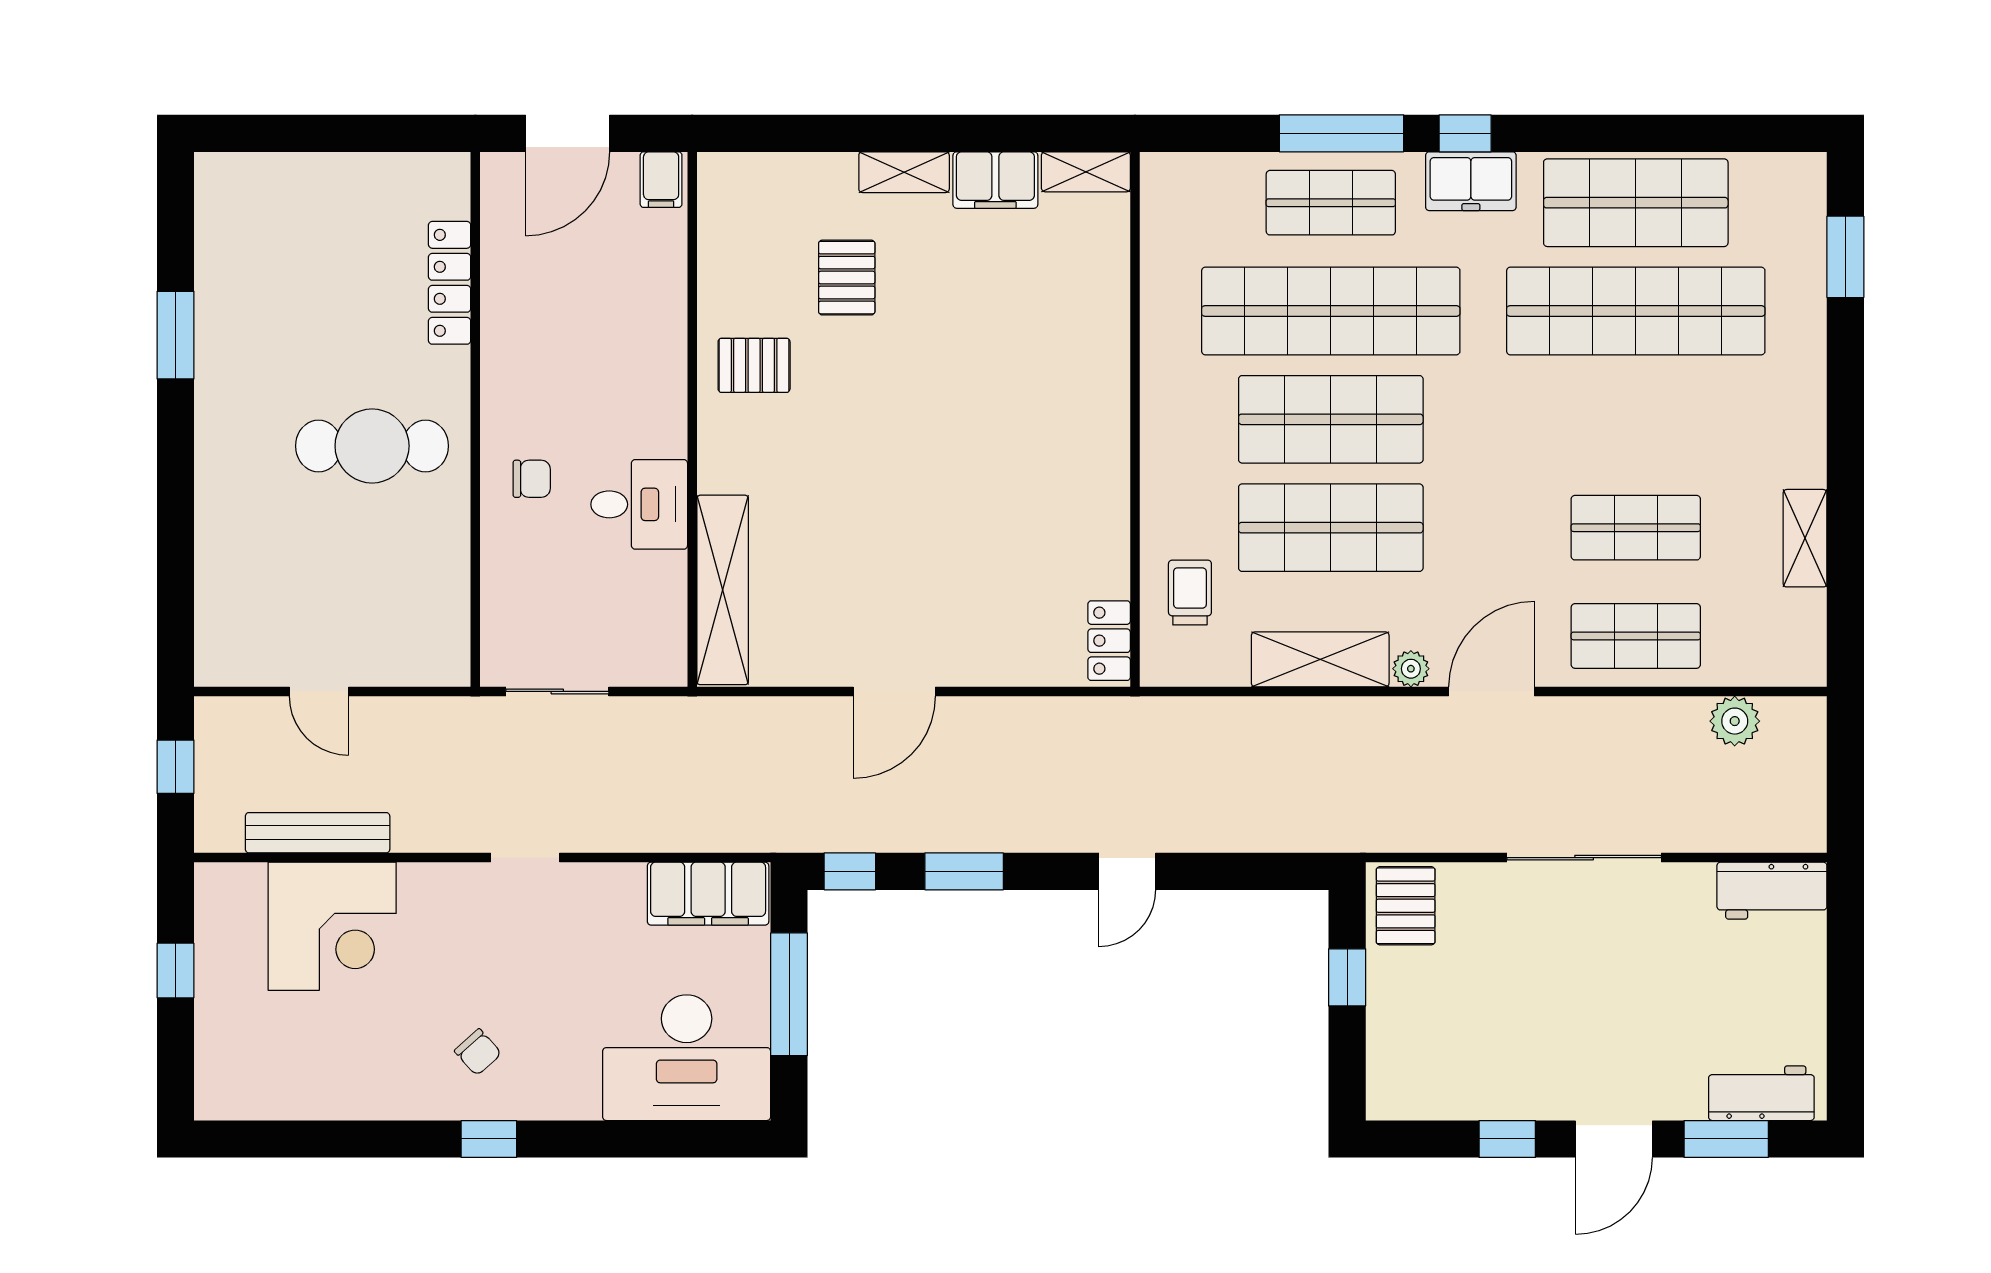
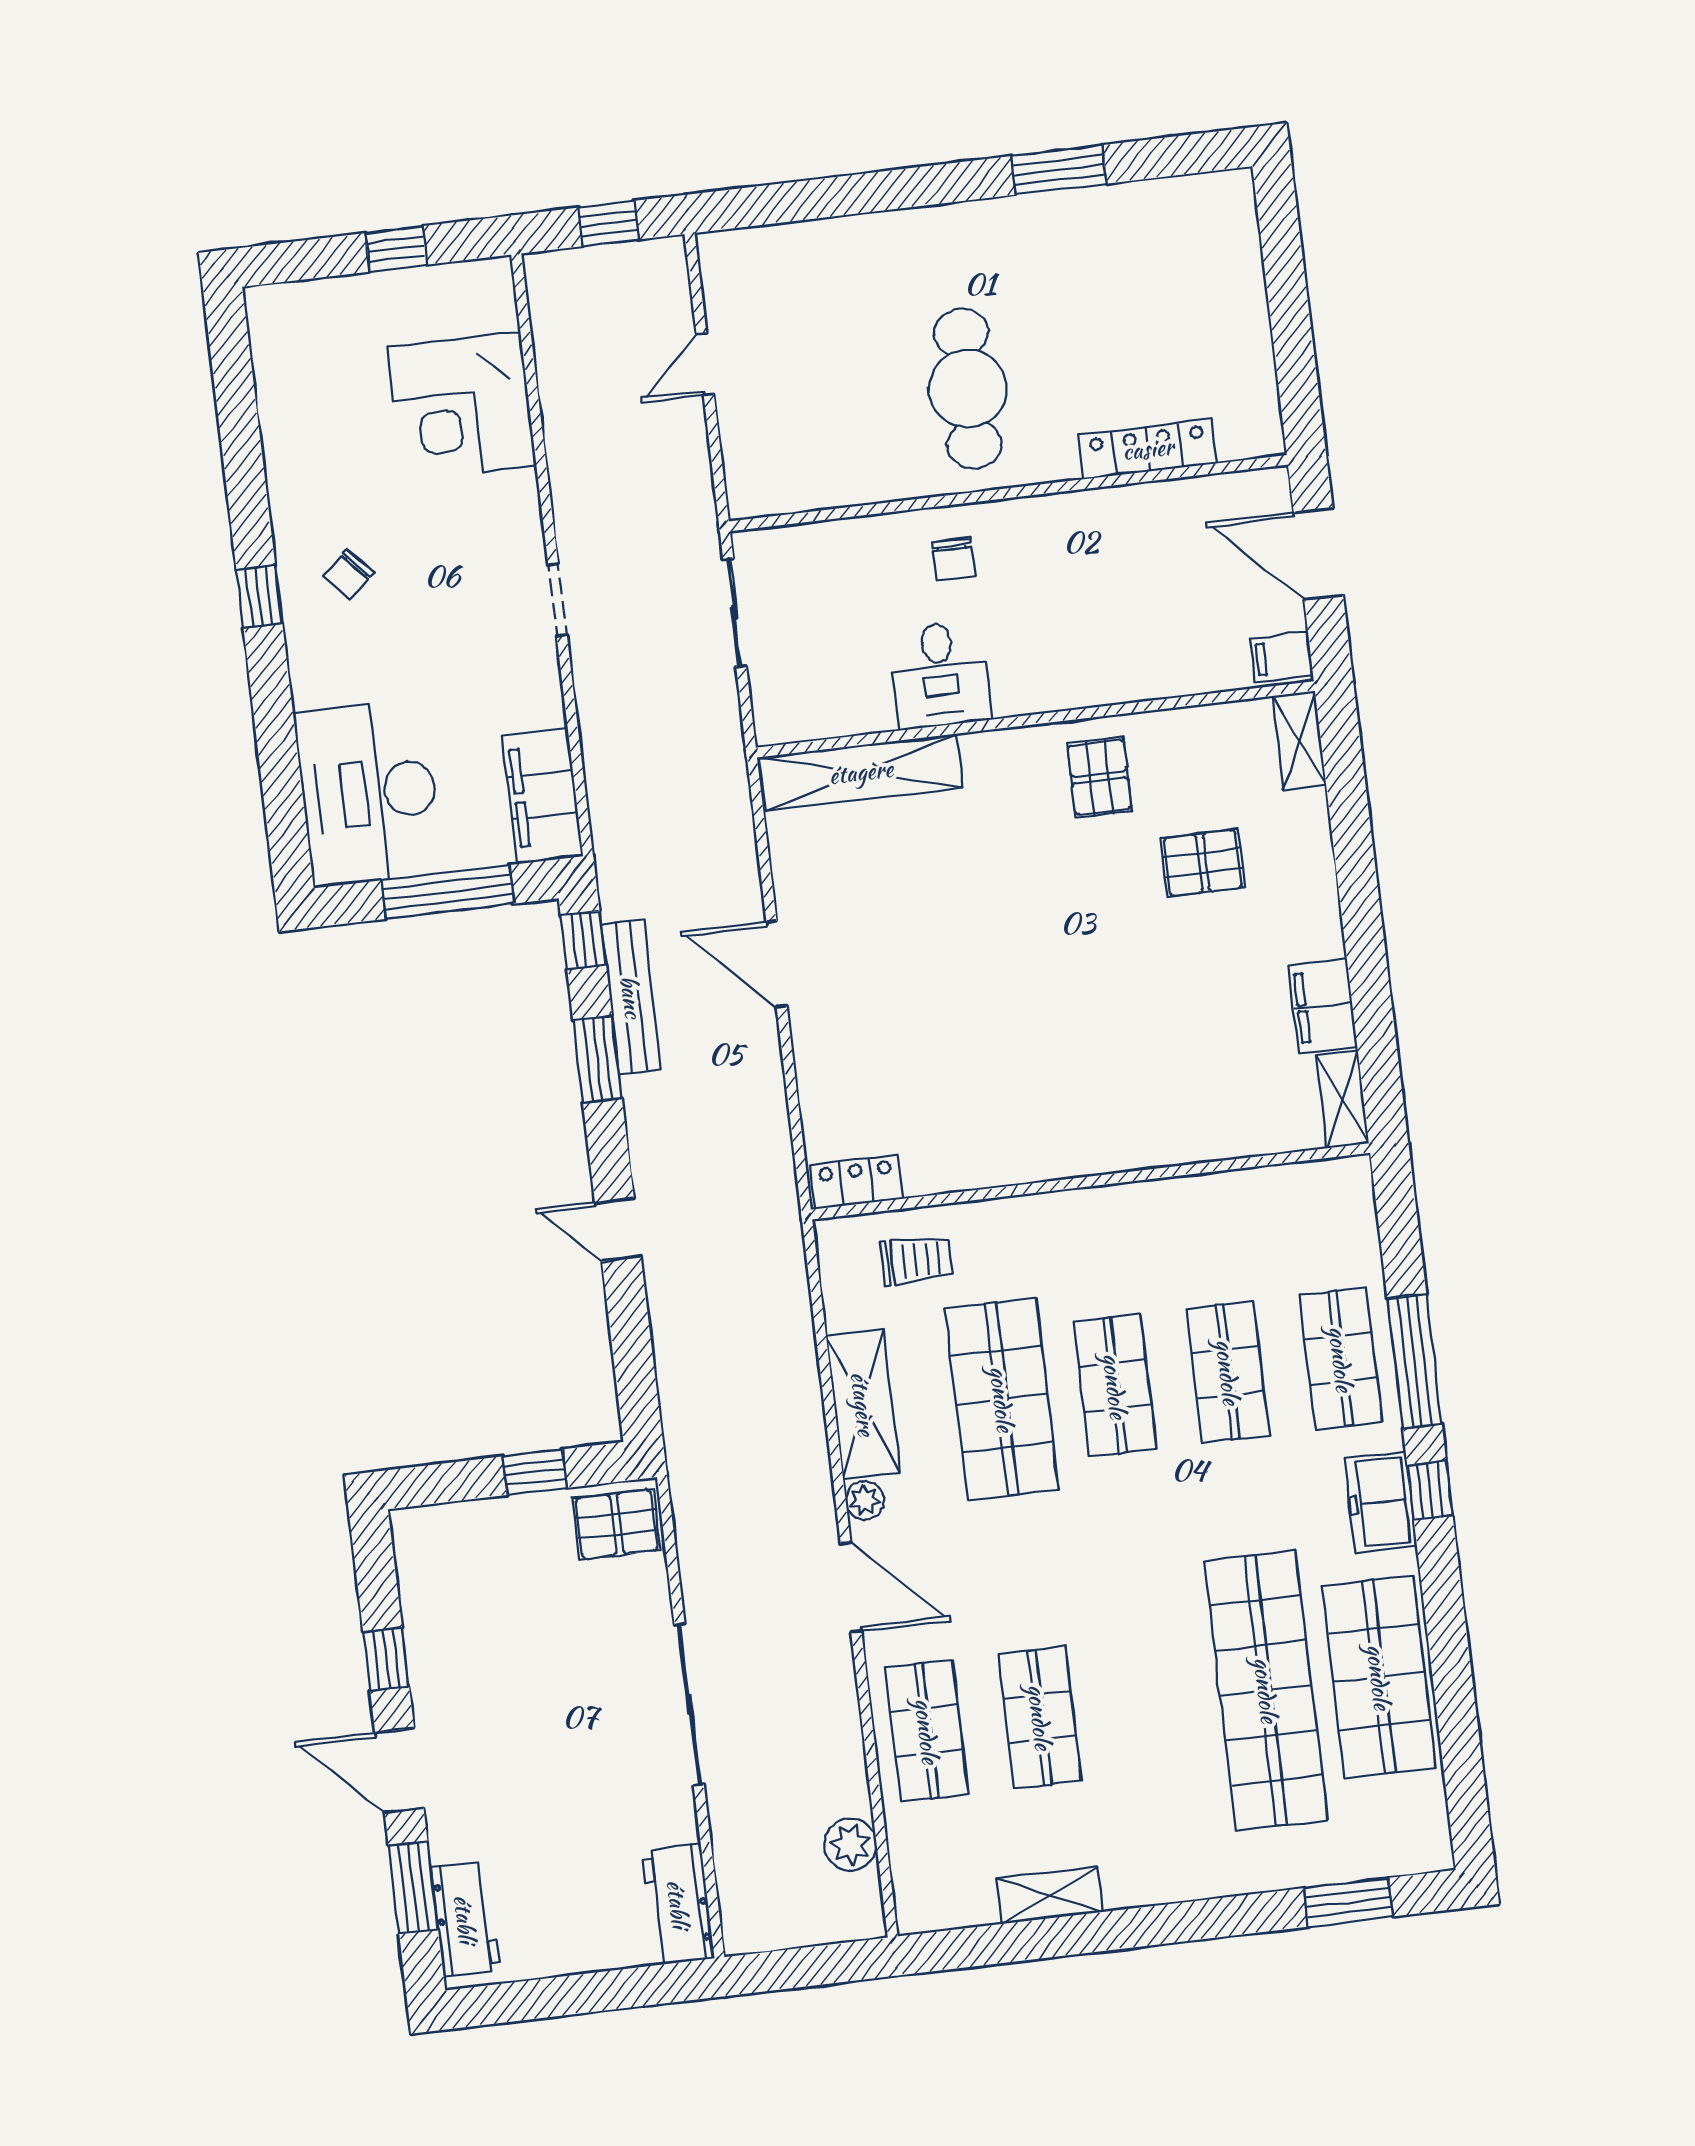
shelving: (904, 172) -> (1299, 741), moved
shop shelf: (1331, 311) -> (1228, 1372), width x0.50, depth x0.74
shop shelf: (1331, 419) -> (1115, 1386), width x0.70, depth x0.74
bench: (318, 833) -> (631, 997), moved

